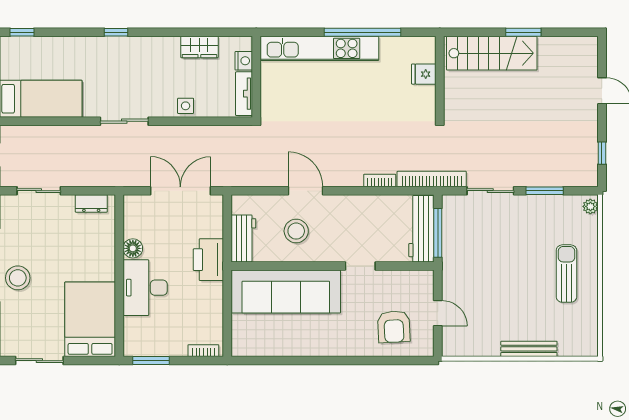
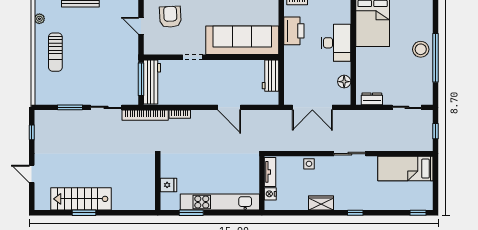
window: (362, 32) -> (191, 213), width x0.47
wardrobe: (199, 47) -> (321, 203), moved
stairs: (492, 53) -> (81, 199), moved
fridge: (424, 74) -> (168, 185), moved
wall: (440, 77) -> (158, 183), moved
plant: (590, 206) -> (39, 19), moved
stool: (296, 231) -> (235, 80), removed
floor lamp: (133, 248) -> (344, 82), moved
printer: (208, 260) -> (294, 31), moved

